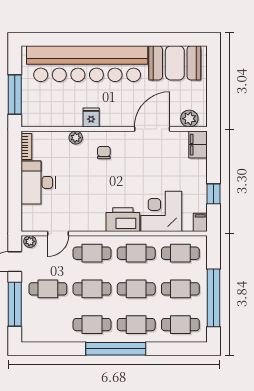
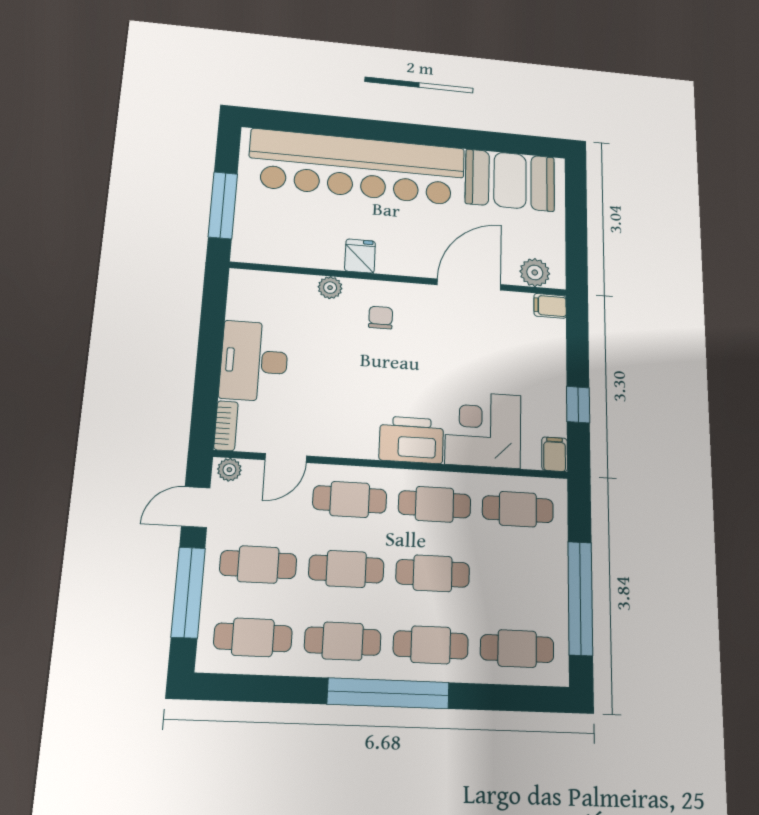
filing cabinet: (198, 145) -> (550, 306), width x0.50
bookcase: (26, 146) -> (226, 426), moved
cafe table: (180, 289) -> (253, 637), moved

